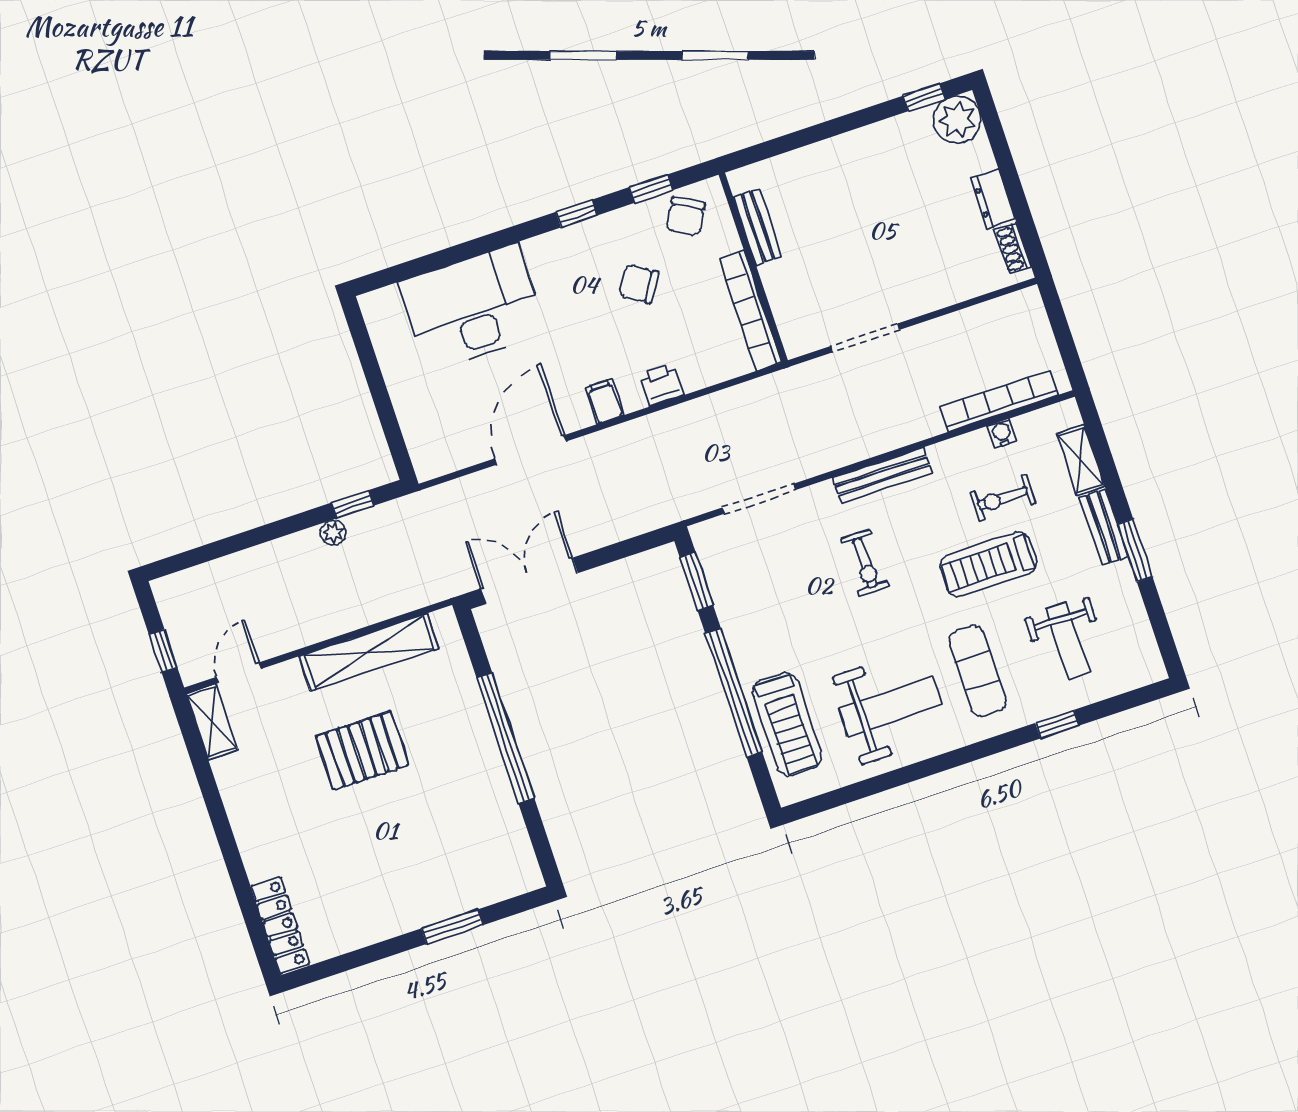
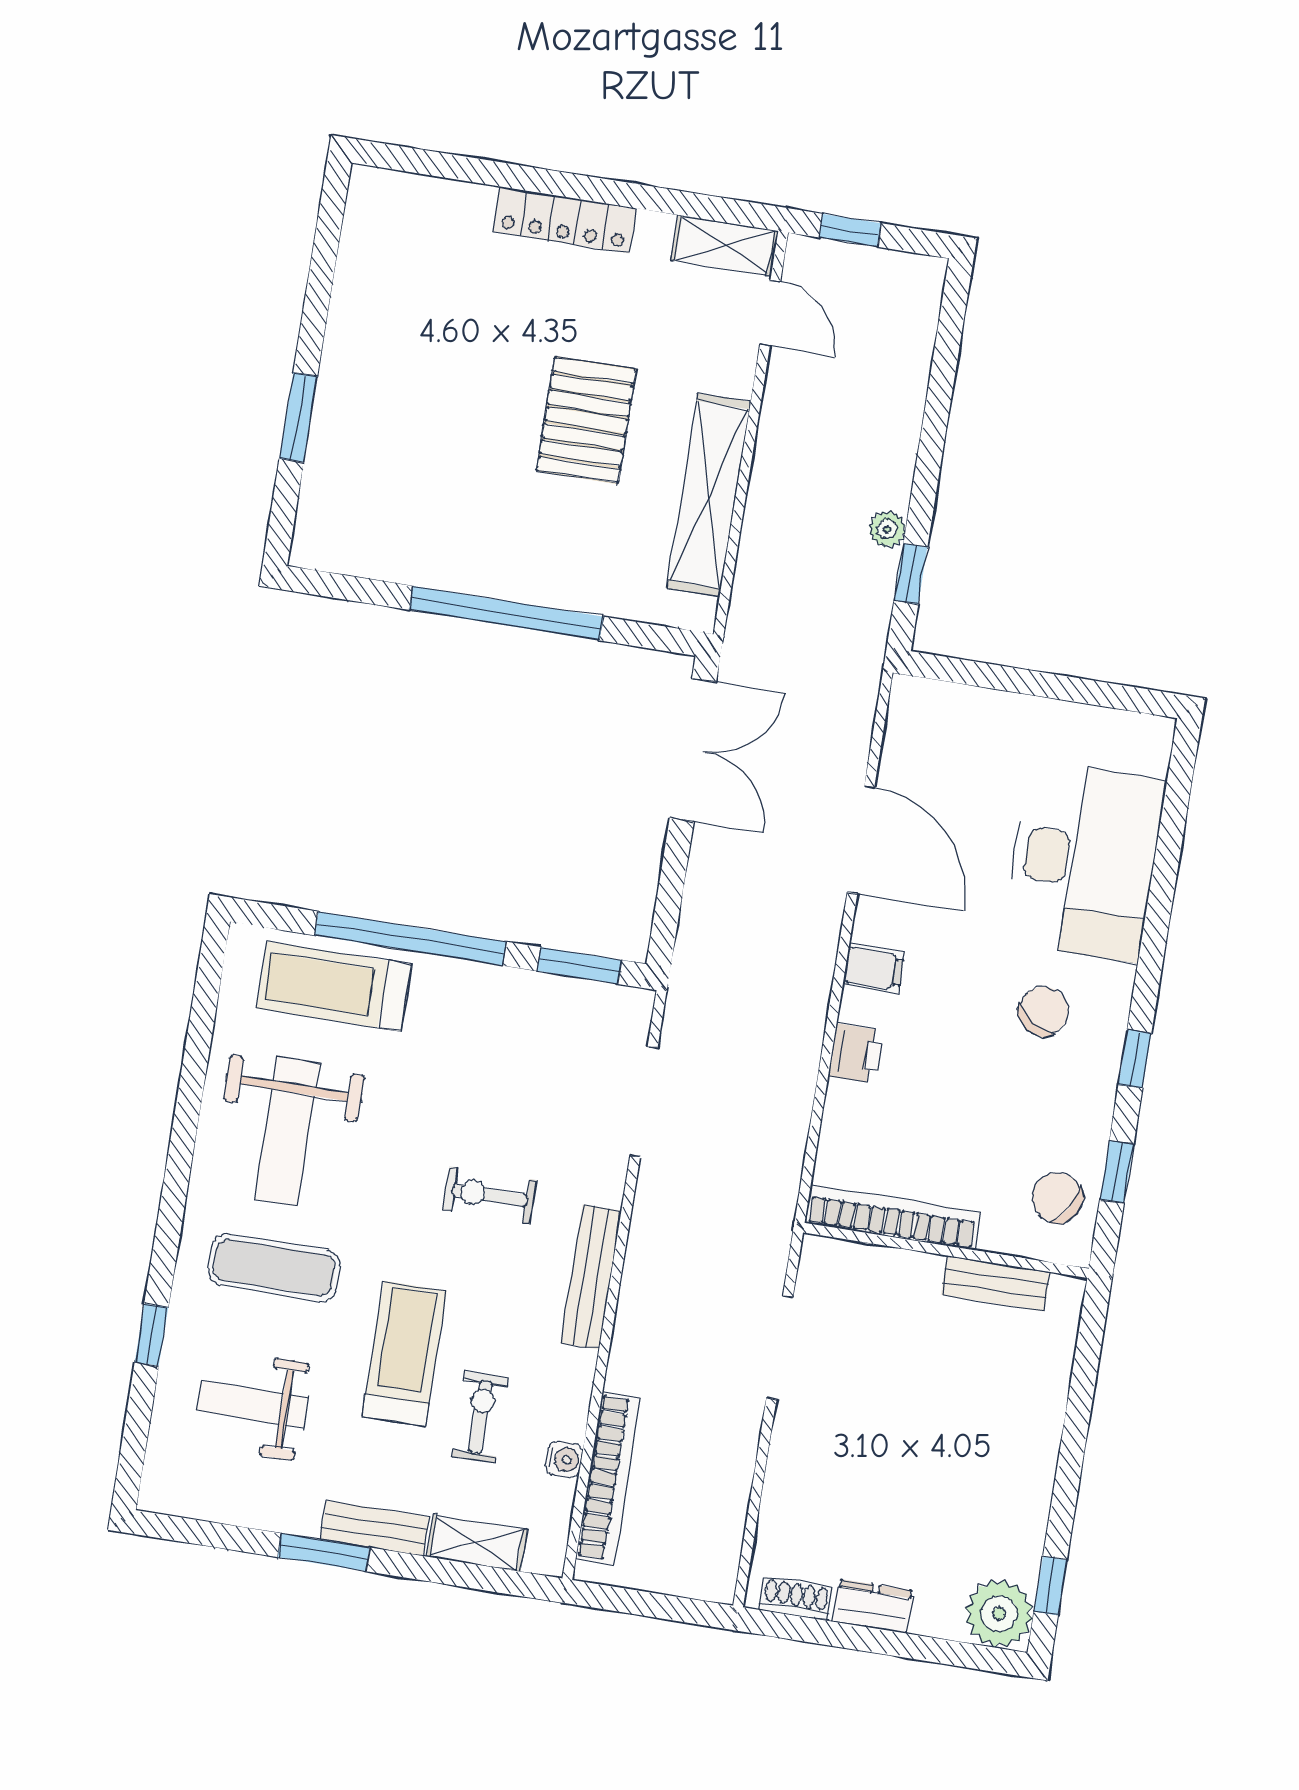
chair: (639, 284) -> (1044, 1011), moved
locker: (280, 925) -> (564, 220), moved

